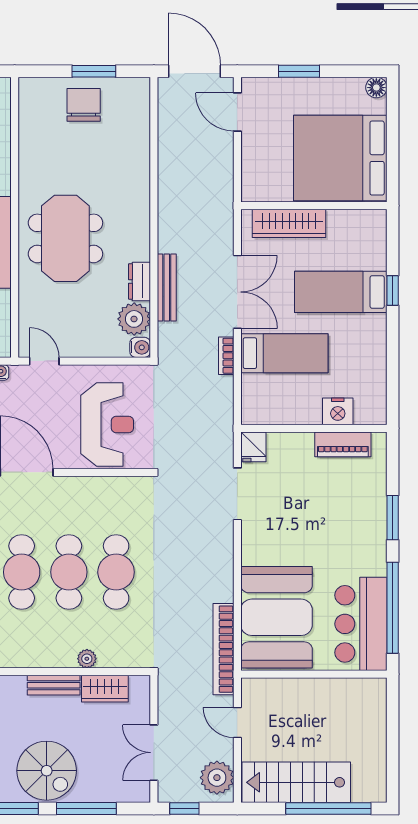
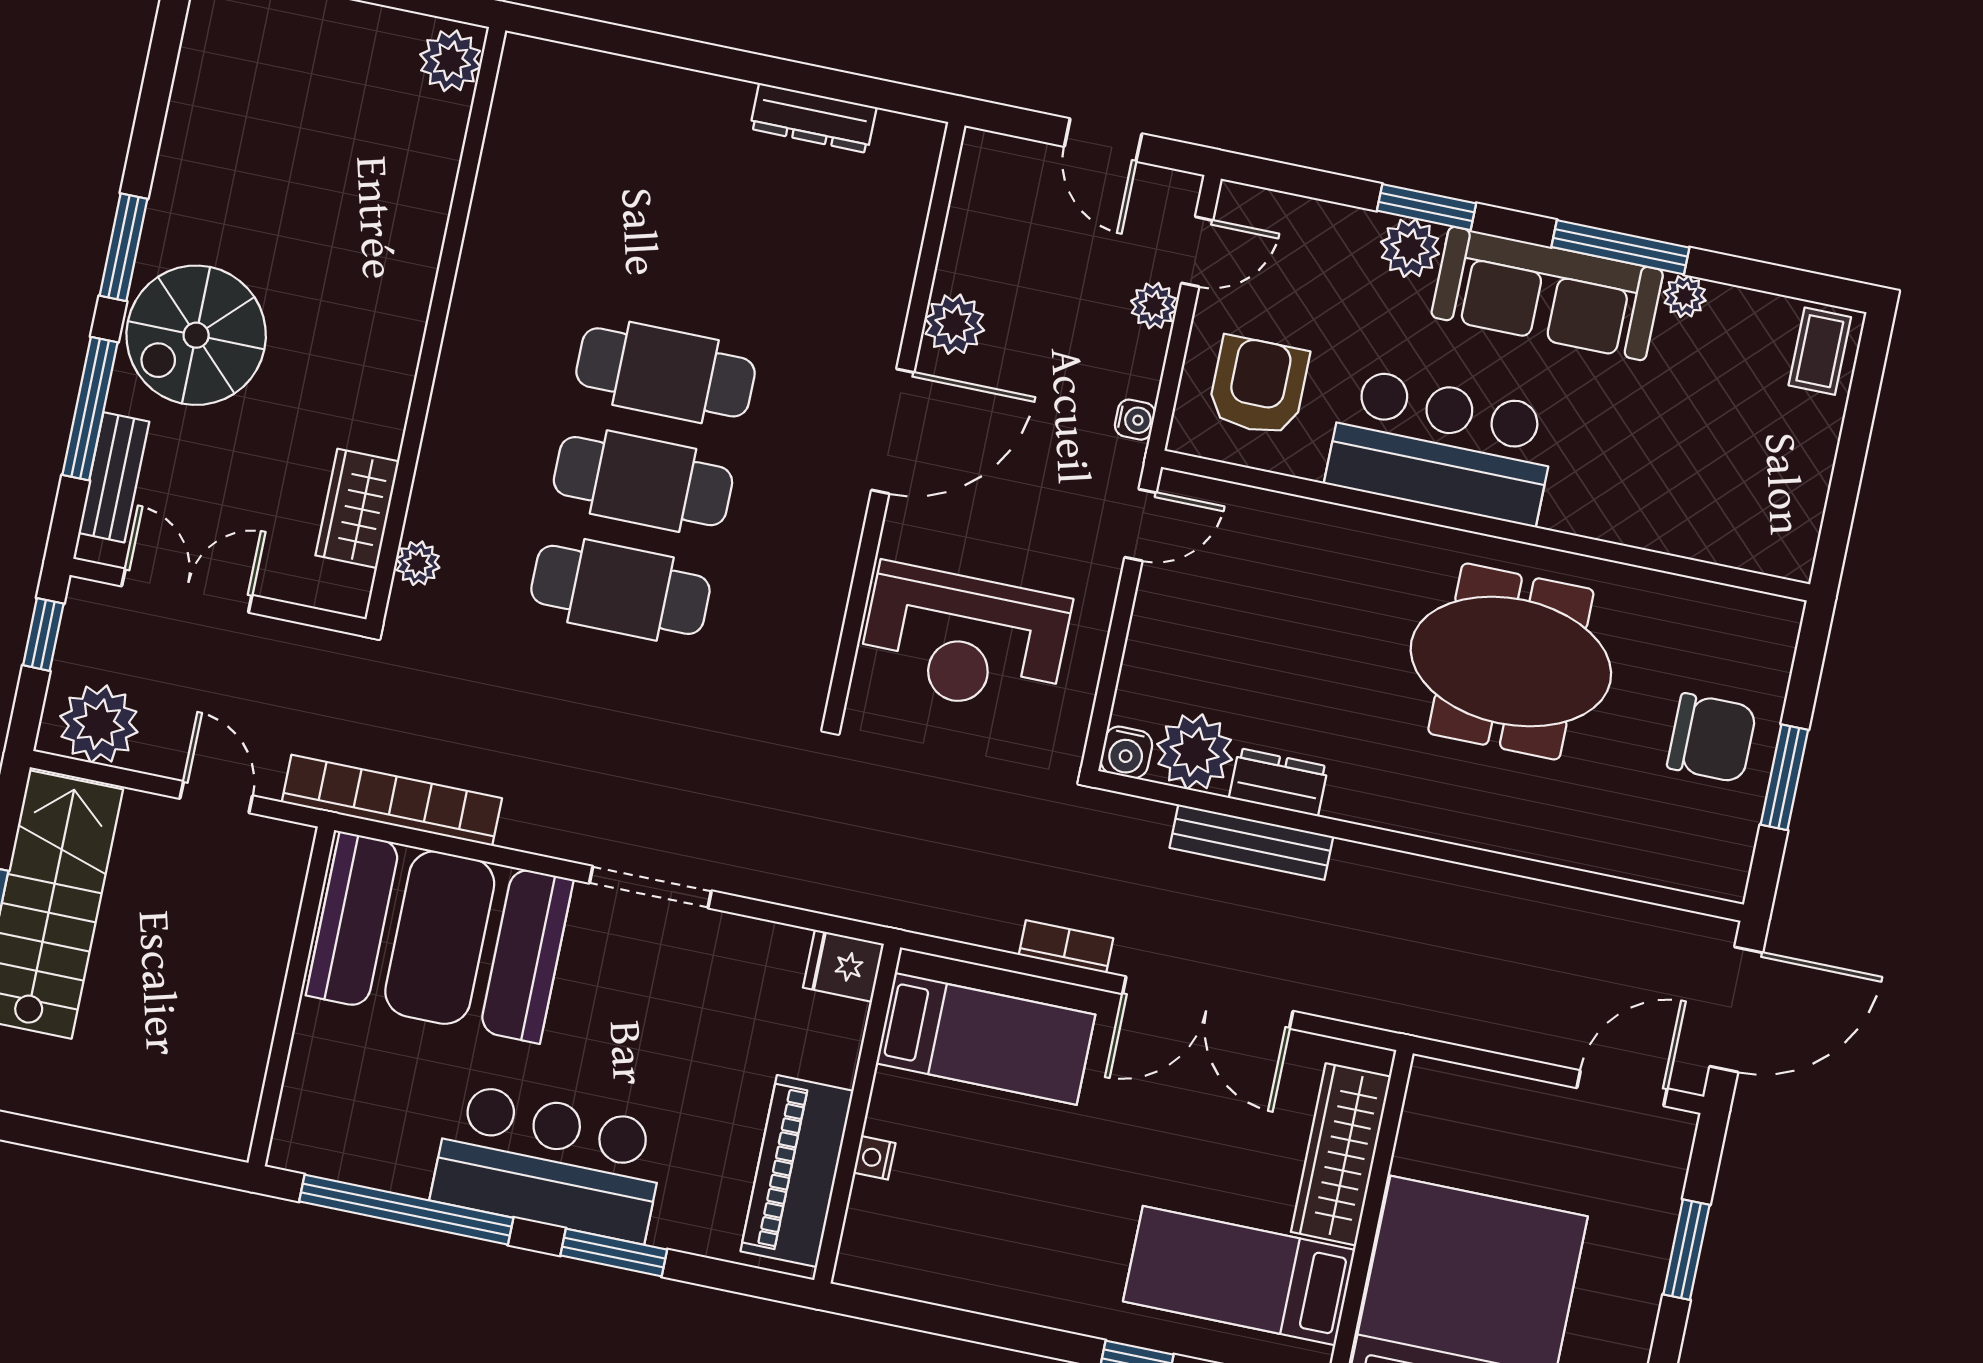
meeting table: (65, 238) -> (1511, 662), moved
bed: (341, 292) -> (1239, 1276), moved, turned -90
bed: (284, 353) -> (986, 1039), moved, turned -90
nightstand: (338, 411) -> (874, 1158), width x0.53, depth x0.56
piano: (343, 444) -> (797, 1171), width x1.37, depth x1.33
doorway: (237, 494) -> (650, 887), moved
bar counter: (361, 624) -> (549, 1163), moved
plant: (87, 659) -> (418, 563), moved
bench: (54, 685) -> (114, 477), moved
door: (237, 723) -> (216, 797), hinge flipped

